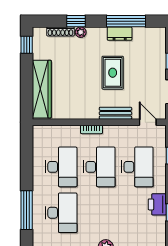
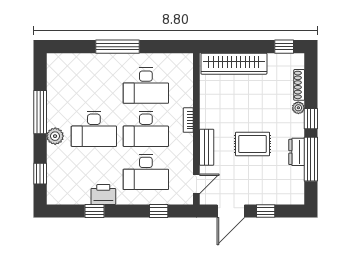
window: (76, 21) -> (311, 119), moved
window: (27, 210) -> (117, 47), moved
desk: (61, 213) -> (94, 129), moved

